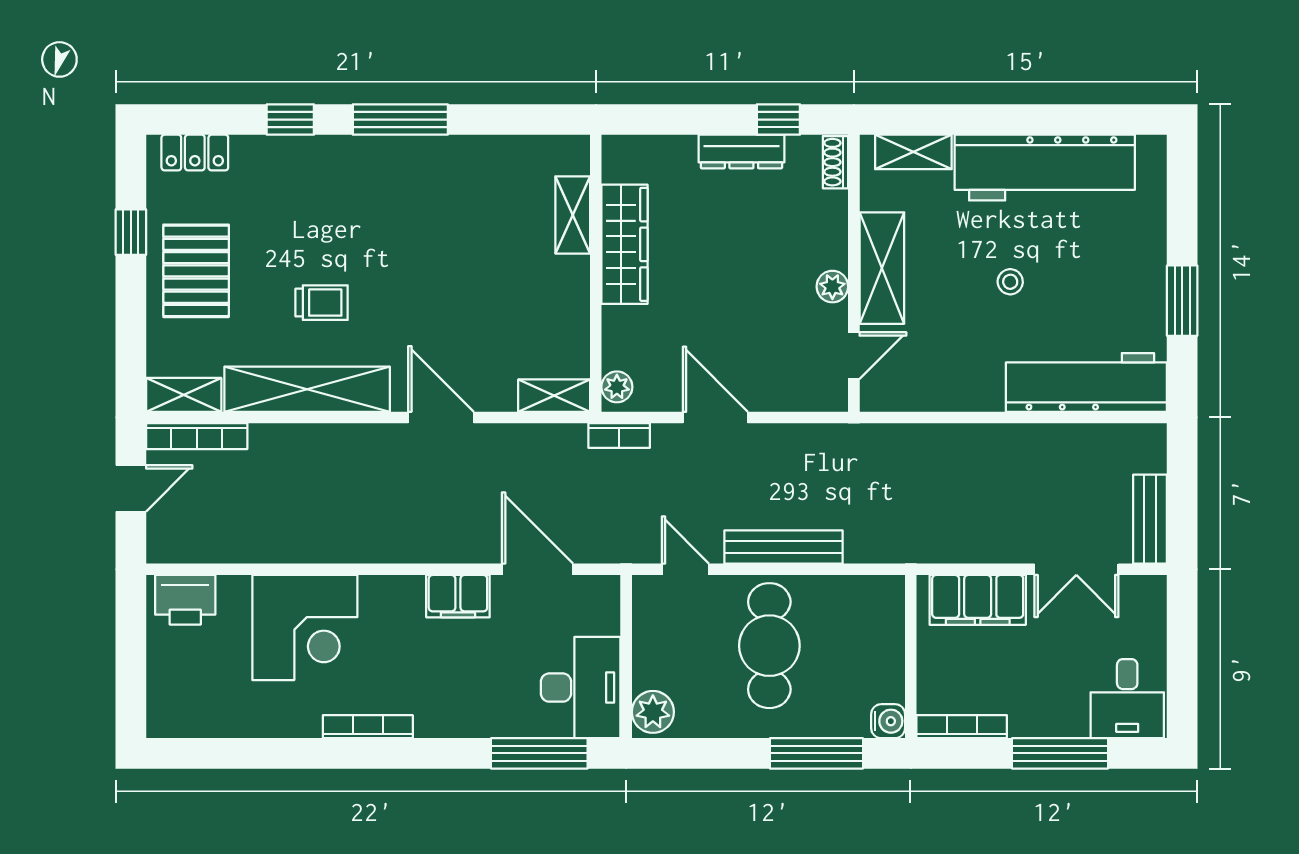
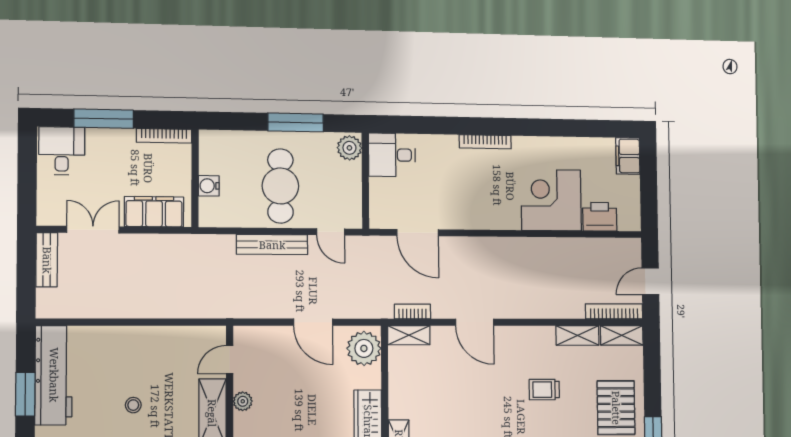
workbench: (1086, 382) -> (54, 375), moved, turned -90
plant: (617, 387) -> (364, 348), width x1.87, depth x1.87
shelving: (307, 389) -> (578, 335), width x0.45, depth x0.75
bookcase: (619, 435) -> (412, 311), moved
filing cabinet: (458, 596) -> (628, 156), moved, turned -90
printer: (185, 600) -> (600, 217), moved
desk: (581, 688) -> (392, 155), width x0.73
water cooler: (888, 721) -> (209, 186), moved
bookcase: (368, 727) -> (485, 142), moved
window: (539, 753) -> (416, 125), removed
window: (816, 753) -> (296, 122), moved

